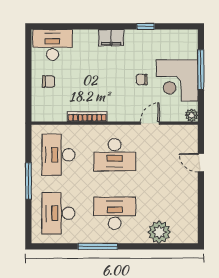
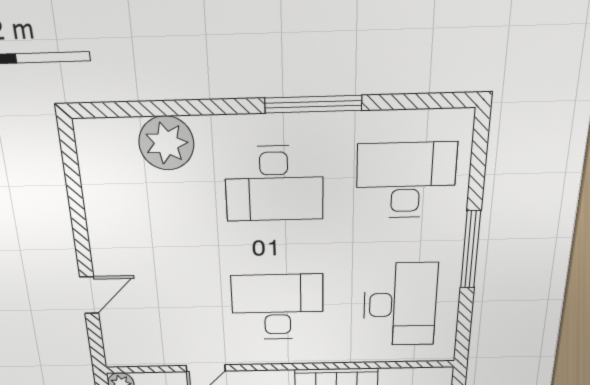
door: (201, 163) -> (89, 295), hinge flipped
desk: (58, 213) -> (406, 180), turned -90

